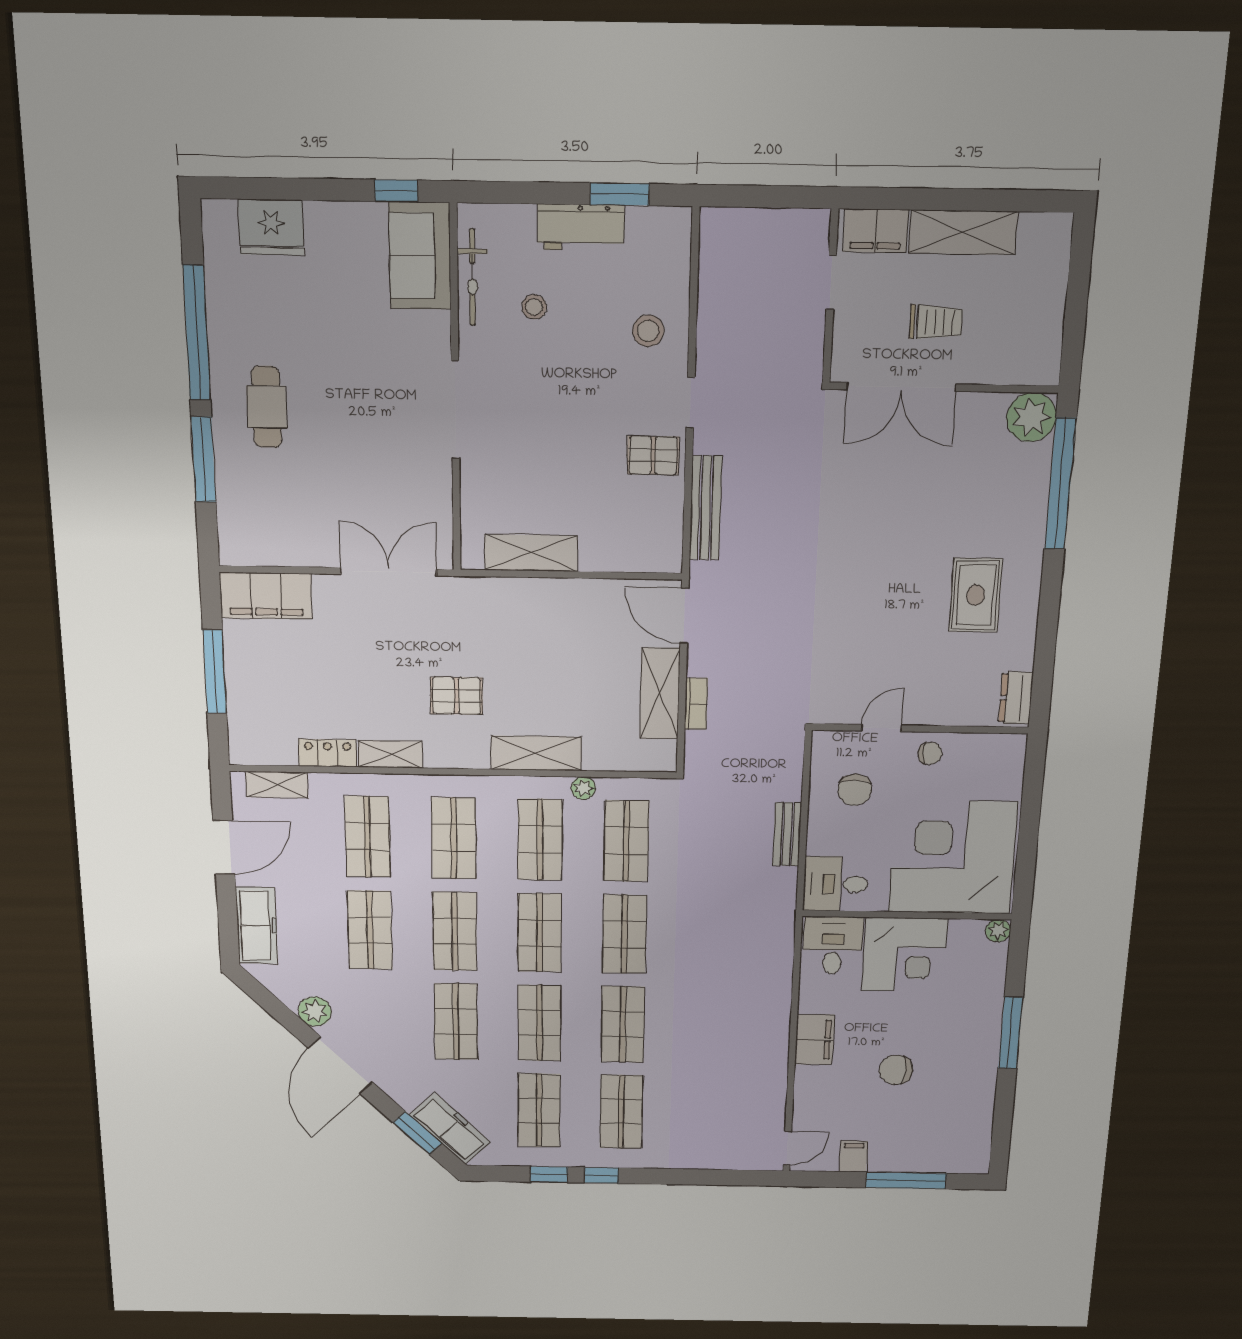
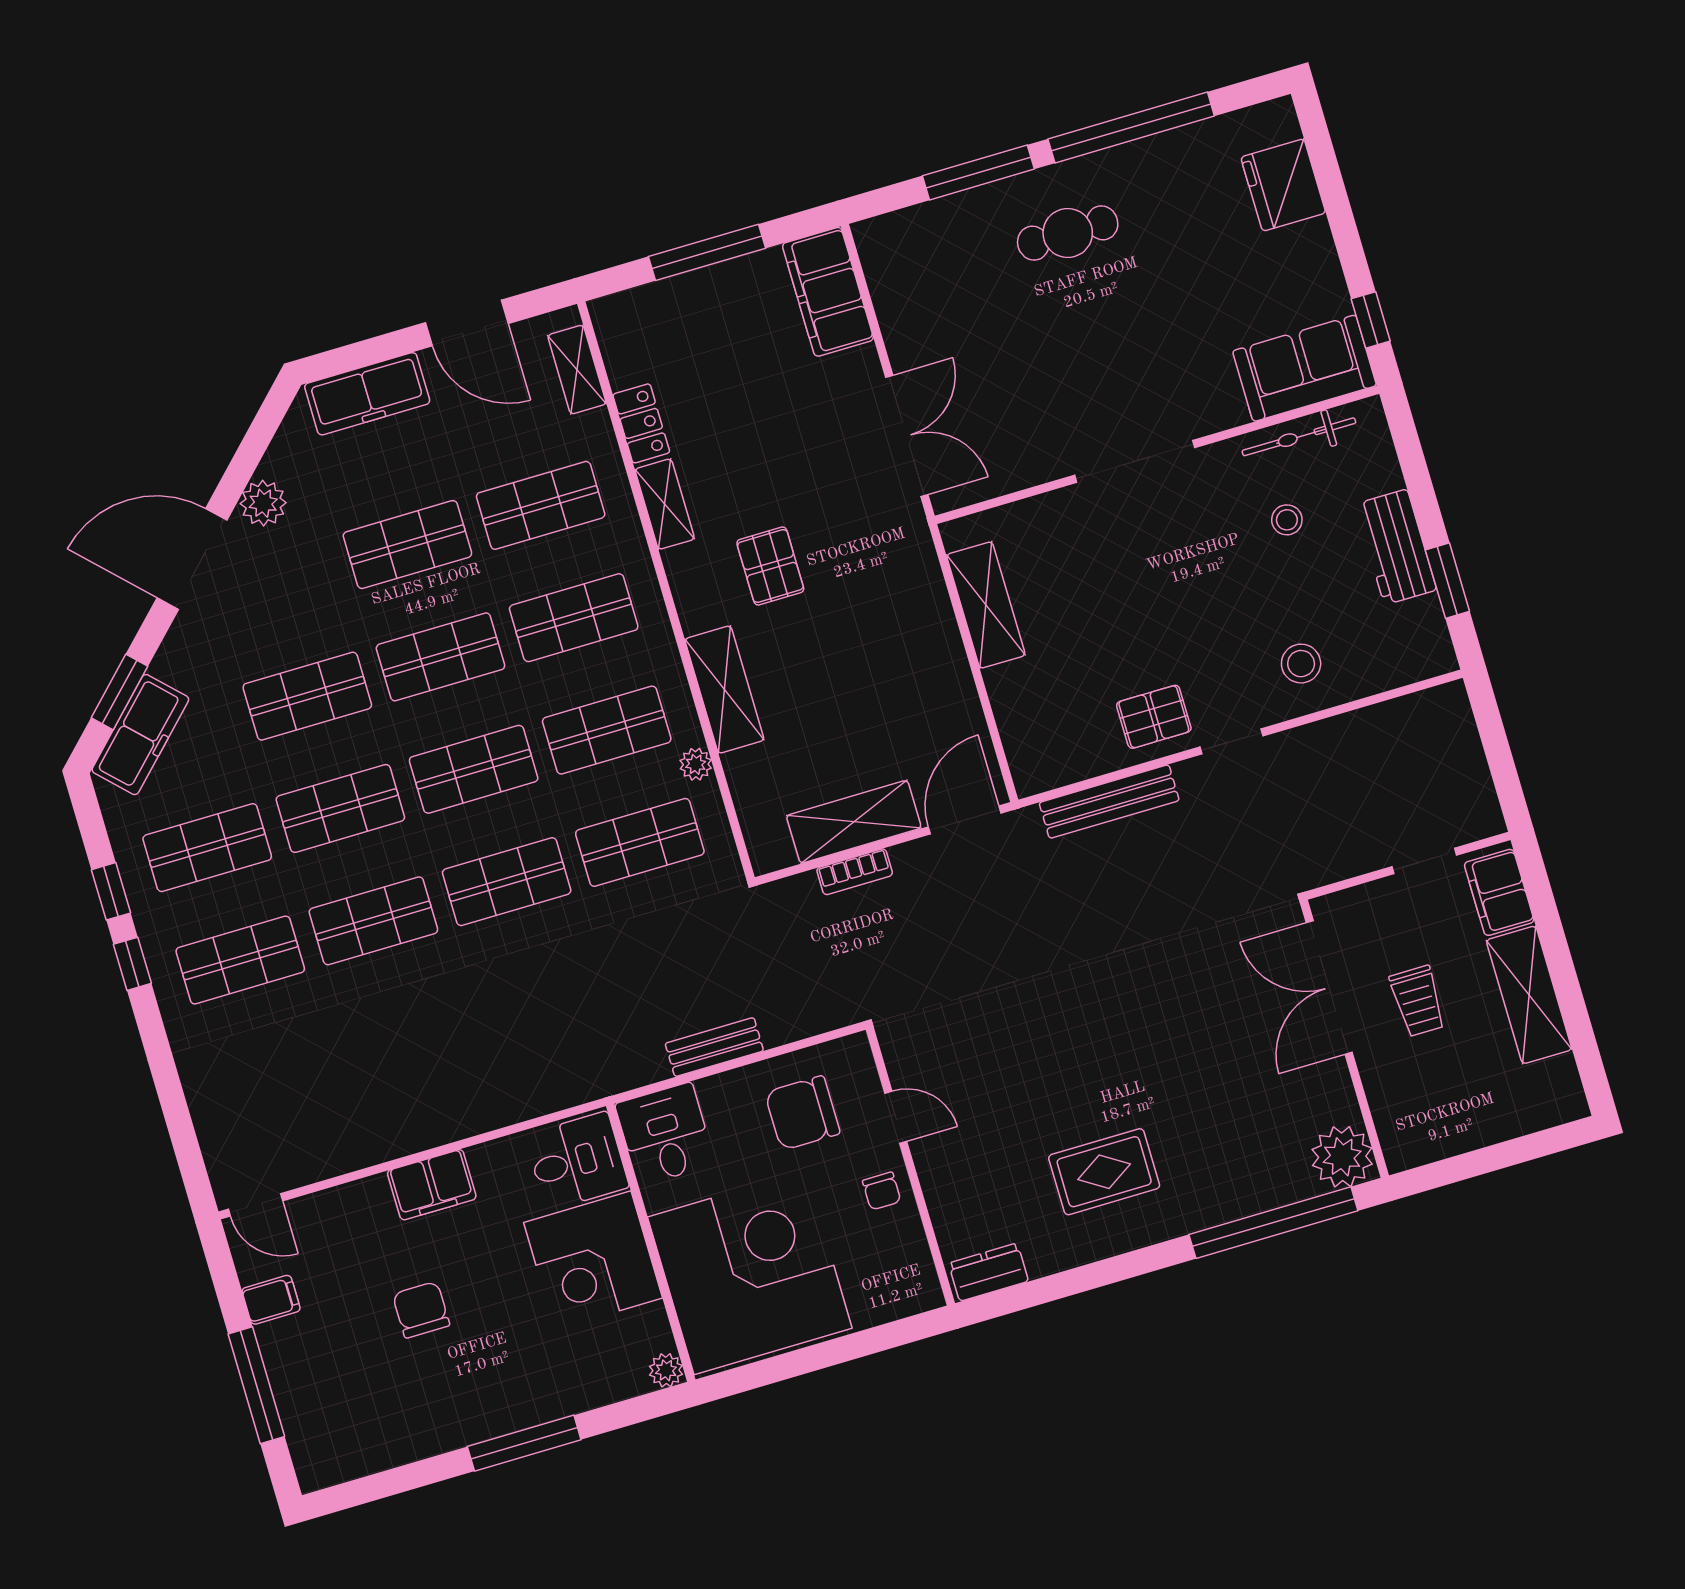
pallet: (653, 455) -> (1154, 717), turned 90
chair: (855, 790) -> (802, 1113), width x1.37, depth x1.37

